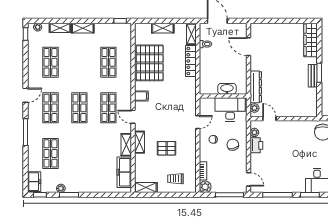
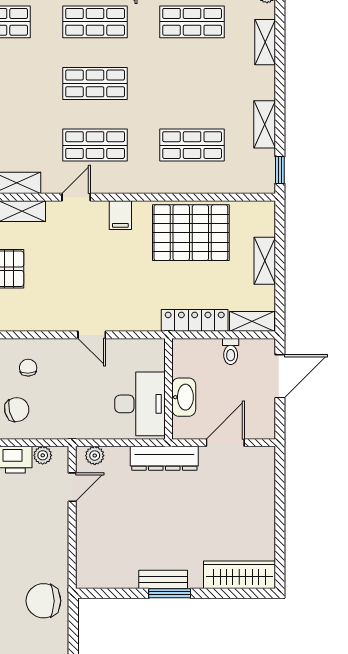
shelving: (83, 28) -> (265, 124), moved
dresser: (256, 87) -> (164, 458), moved
washbasin: (227, 89) -> (184, 397), moved
wall: (223, 96) -> (169, 389), moved
desk: (230, 109) -> (140, 404), moved
door: (198, 122) -> (92, 335), moved

